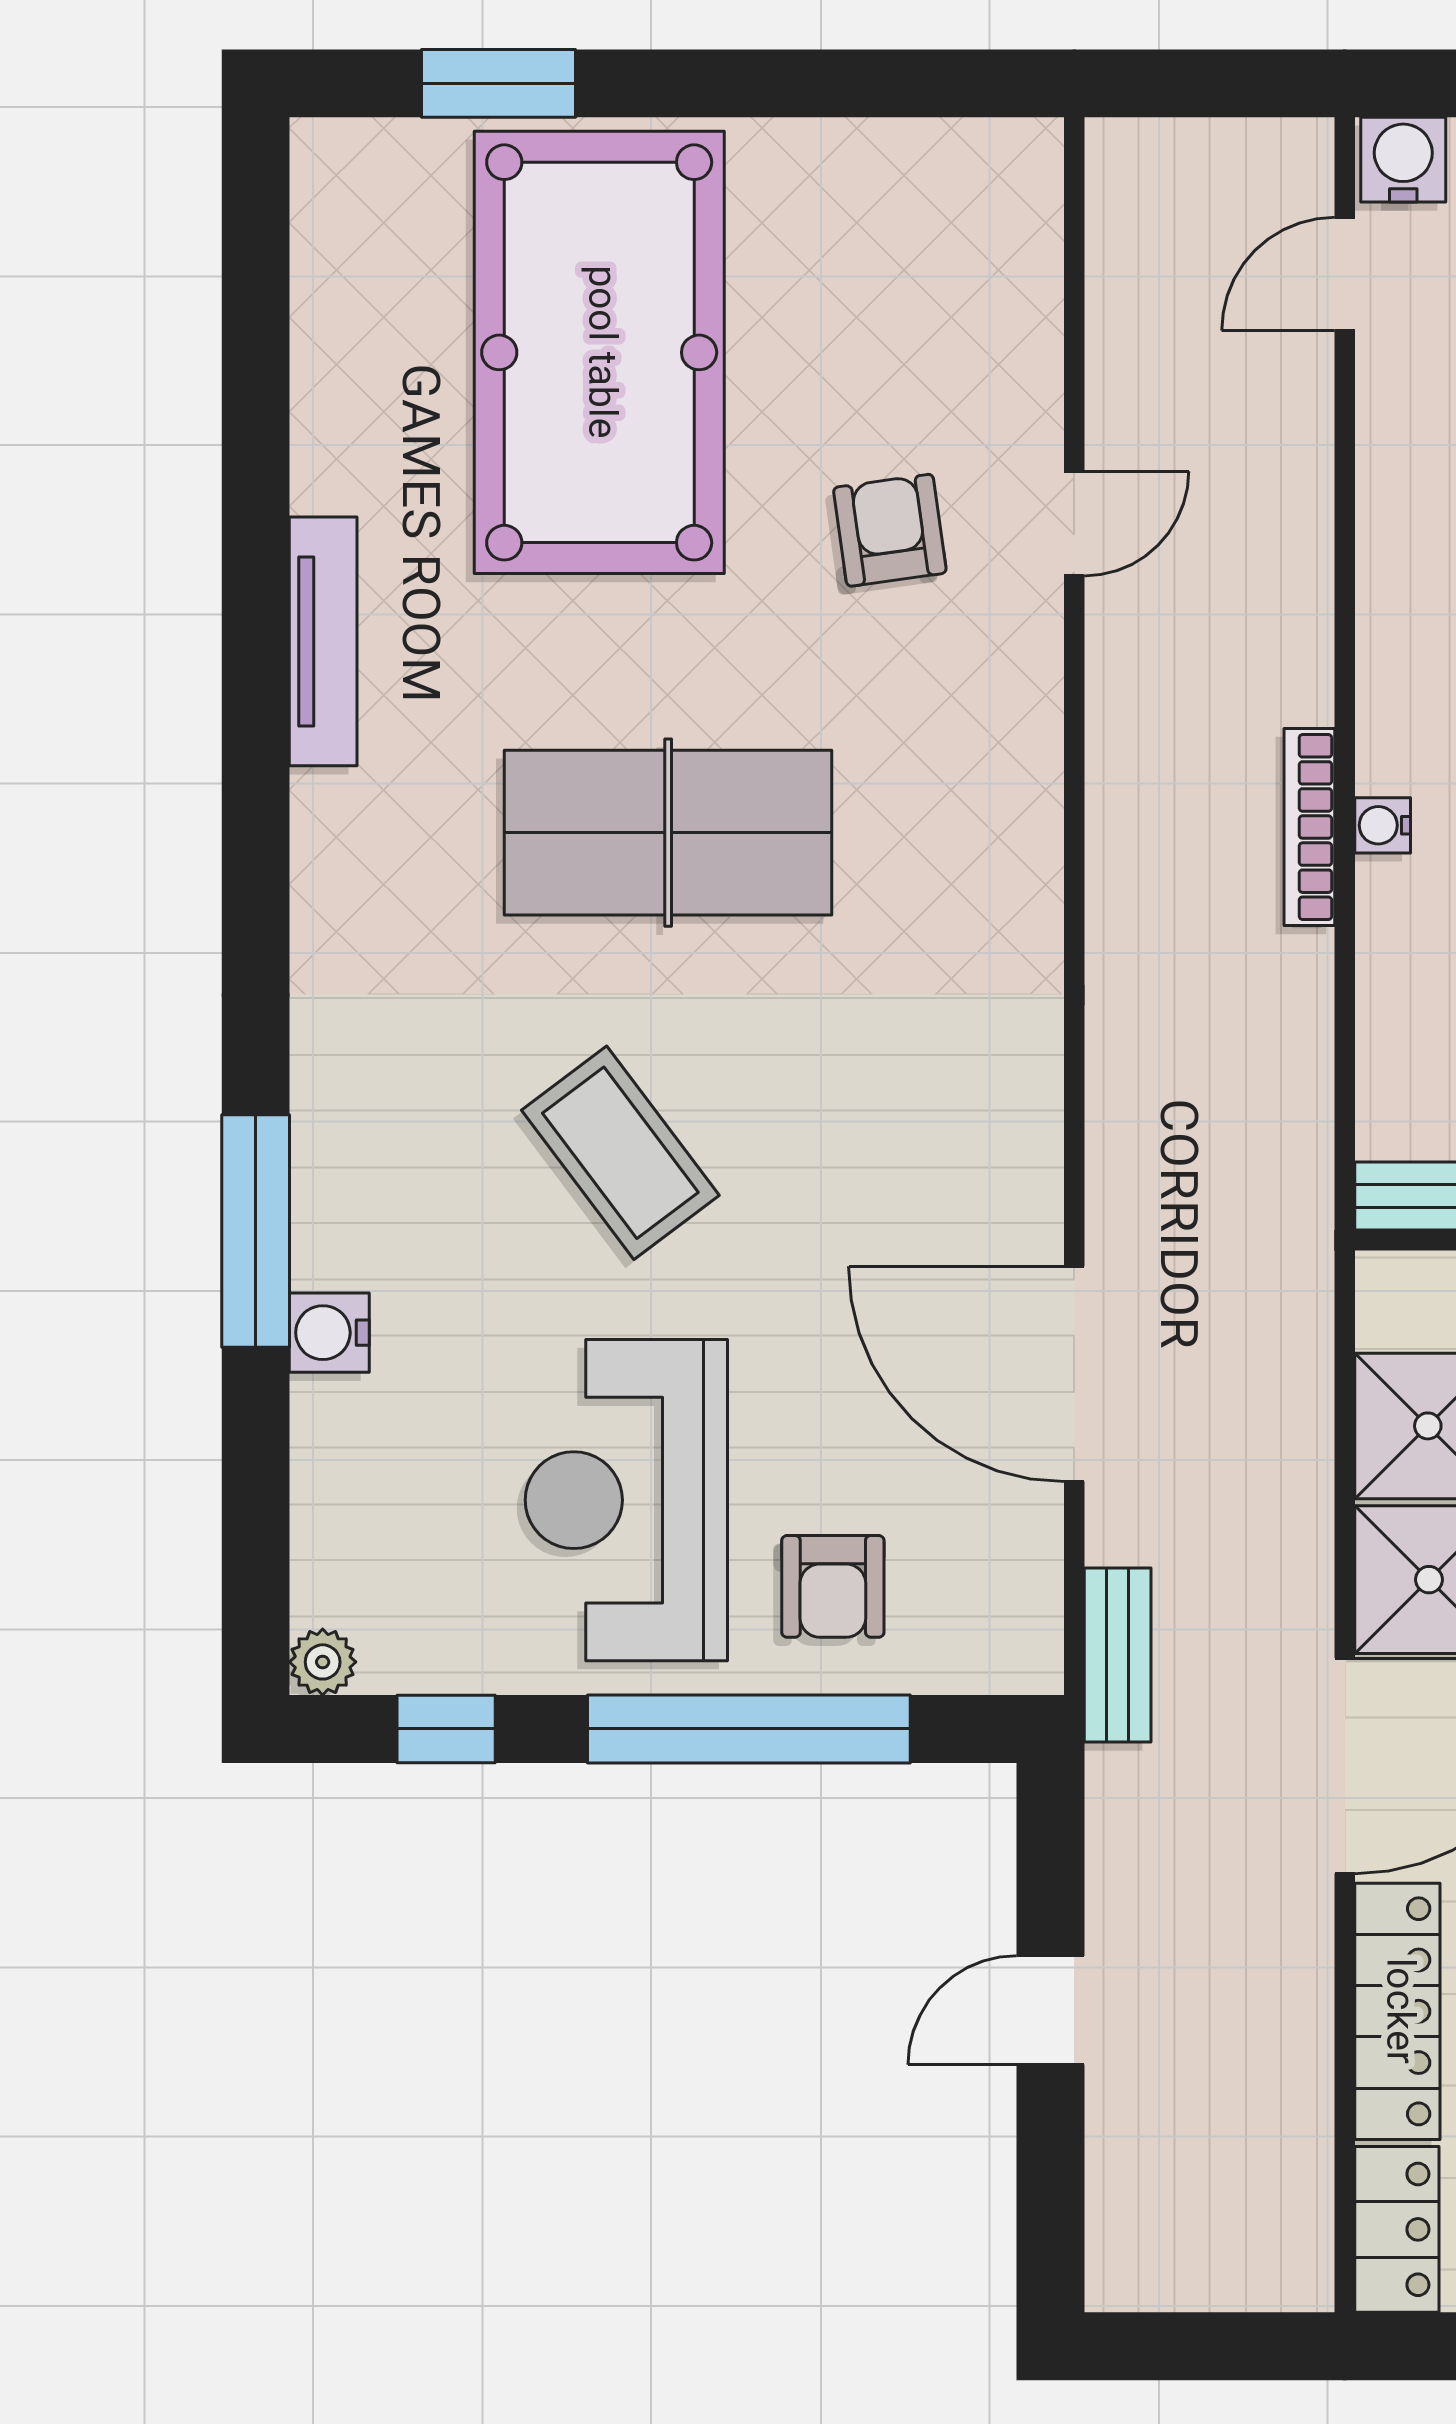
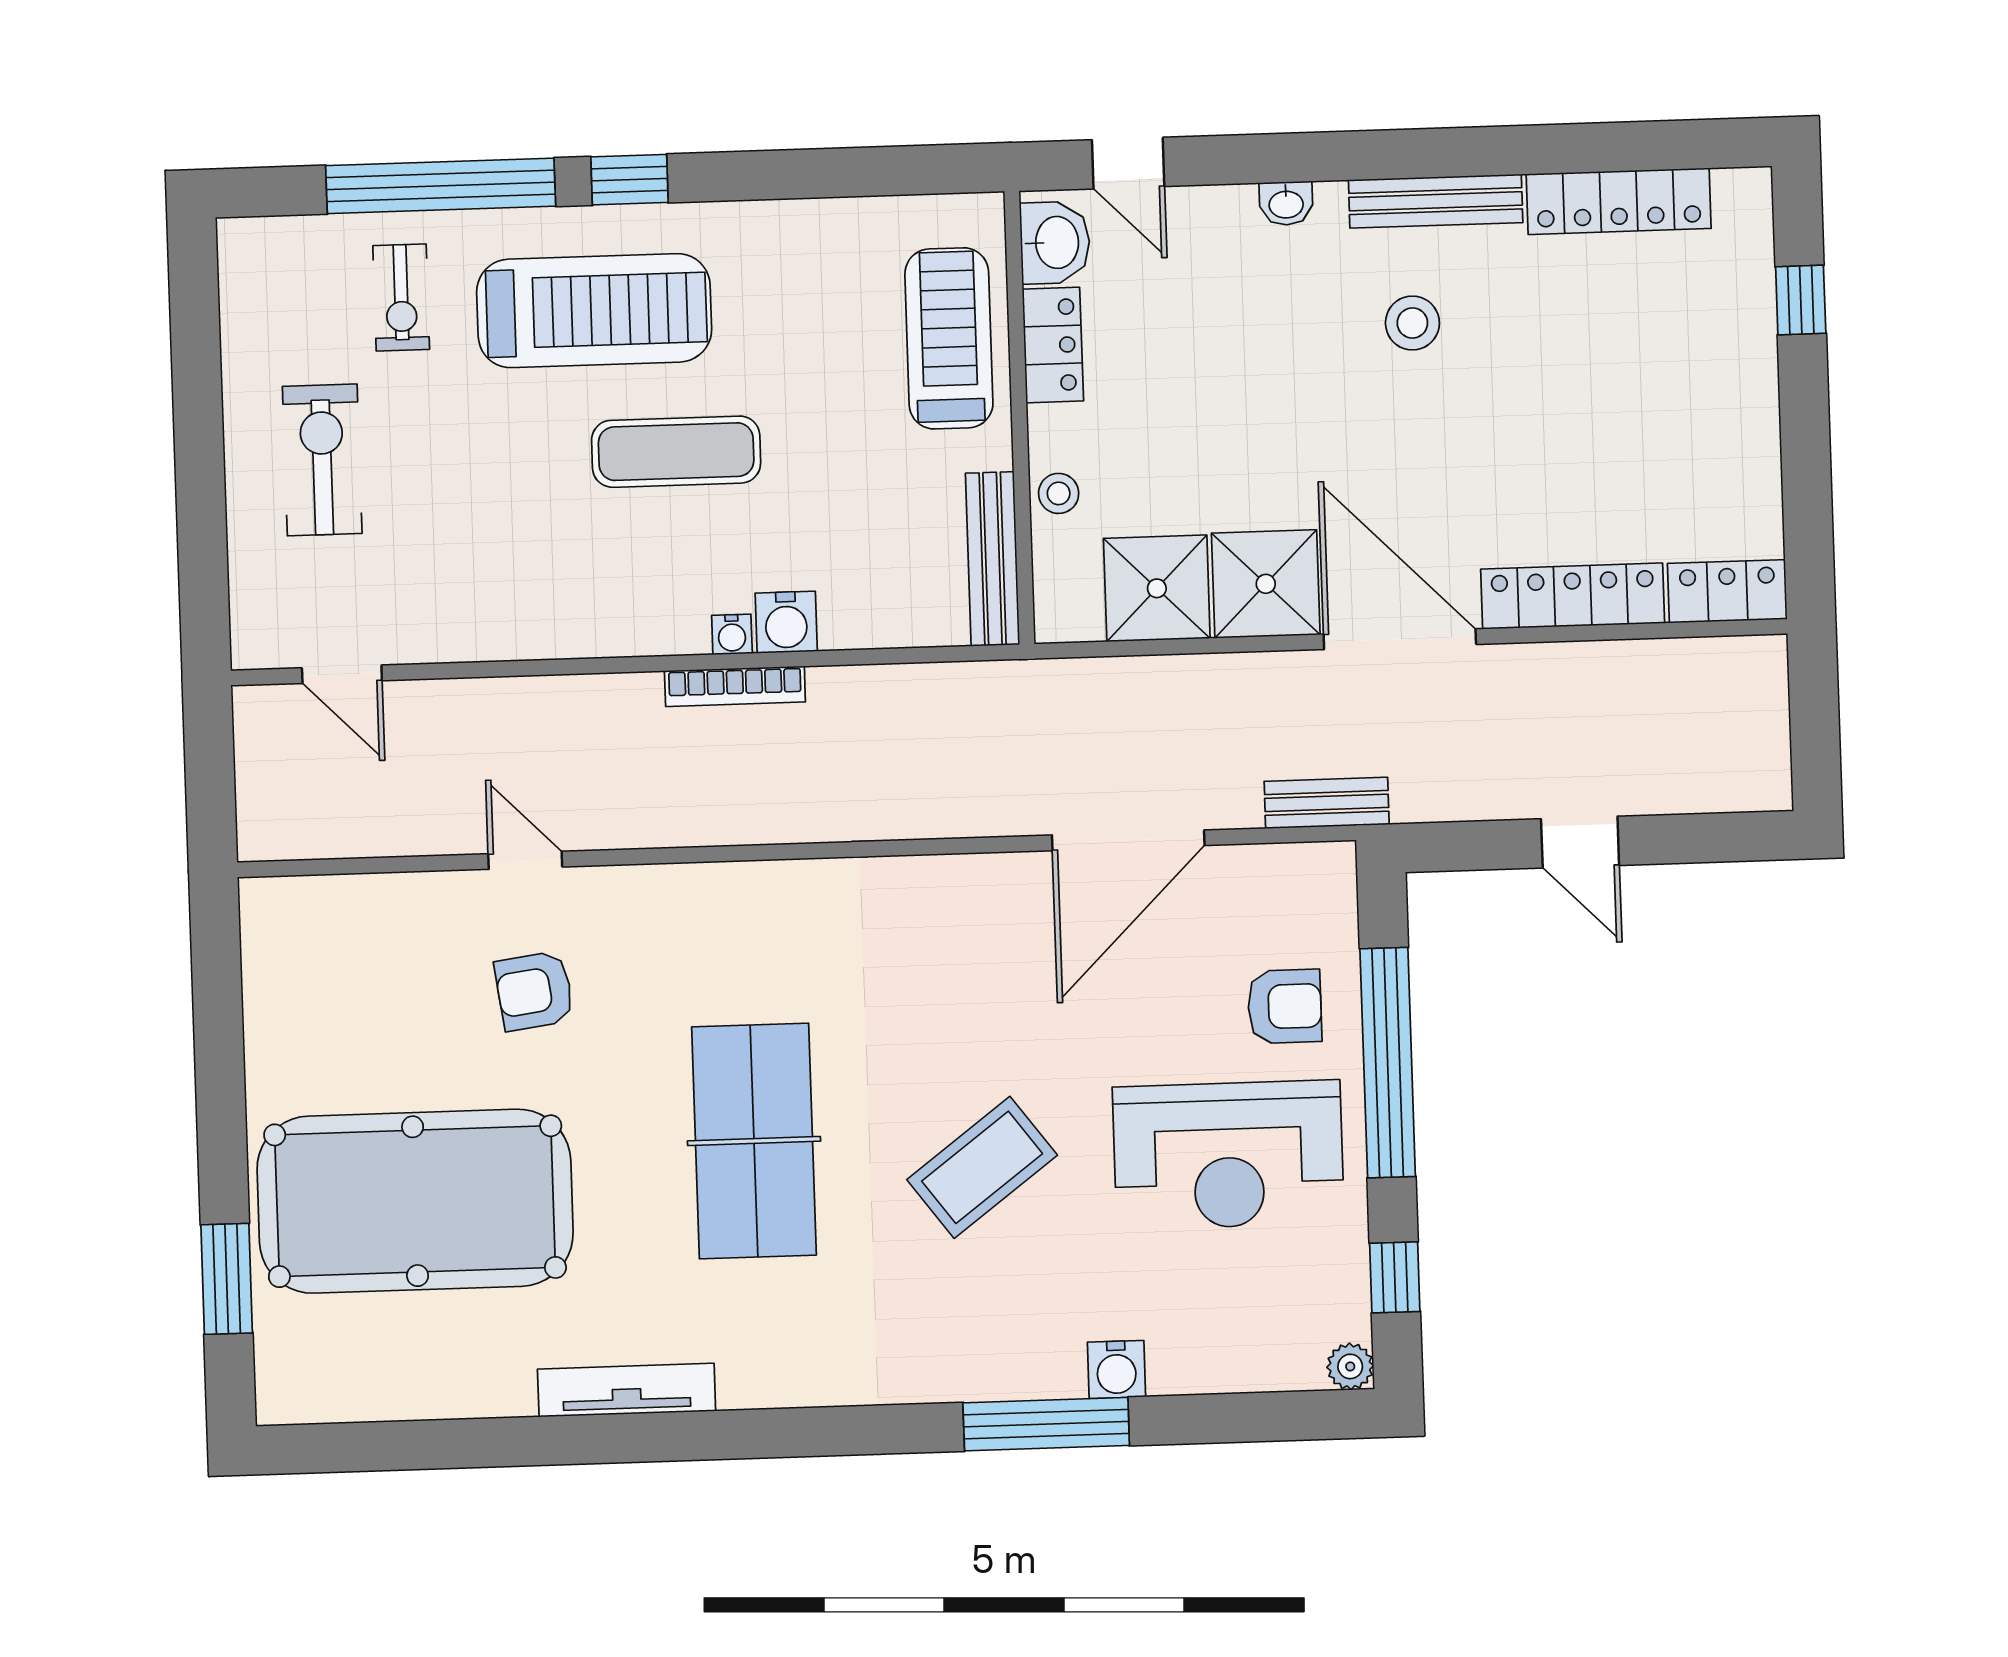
water cooler: (1403, 160) -> (786, 622), moved, turned -90

